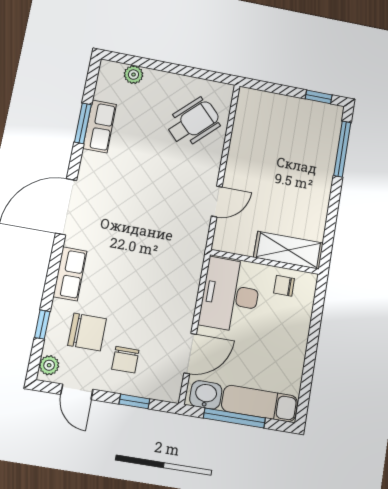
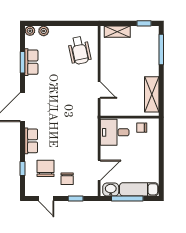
shelving: (268, 102) -> (117, 32), added
wheelchair: (193, 122) -> (79, 50), turned 122
door: (217, 202) -> (99, 90), hinge flipped
shelving: (289, 250) -> (152, 94), moved, turned 90
desk: (230, 295) -> (115, 132), width x0.73
chair: (87, 332) -> (46, 168), turned -90
plant: (49, 365) -> (30, 31), moved

